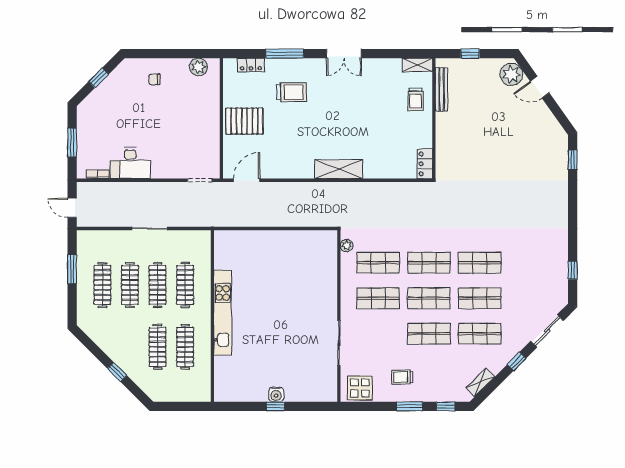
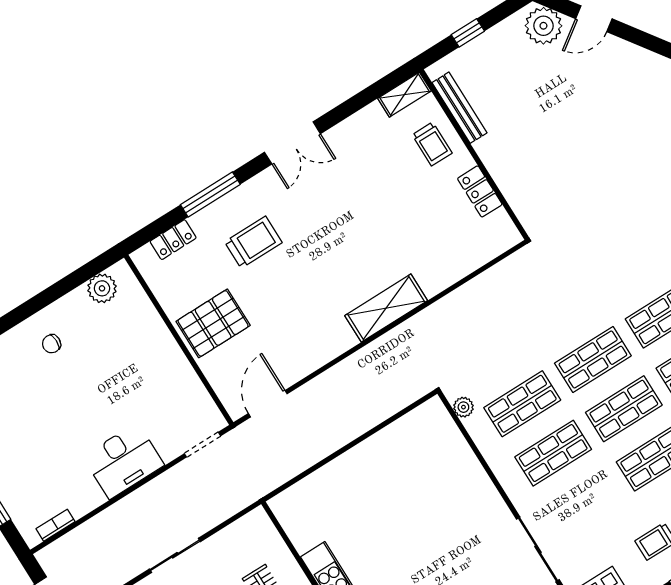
desk: (130, 163) -> (123, 461), moved
locker: (425, 164) -> (480, 191), moved

